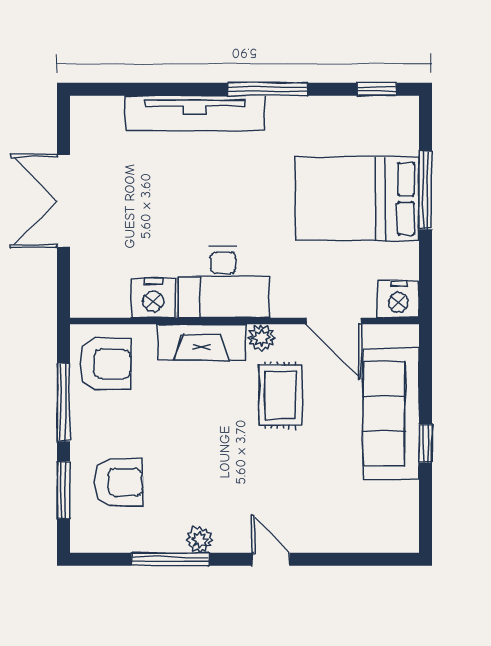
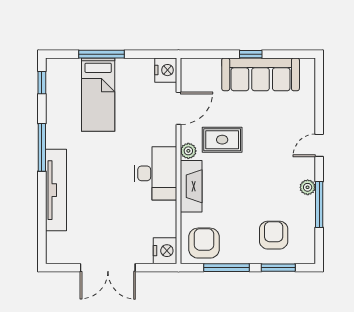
bed: (357, 199) -> (98, 95), width x0.67
nightstand: (153, 298) -> (165, 251), moved
sofa: (391, 414) -> (261, 74), moved

